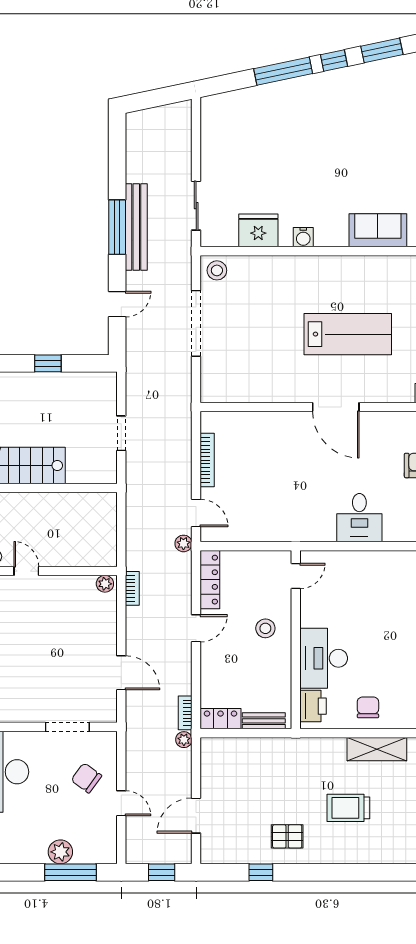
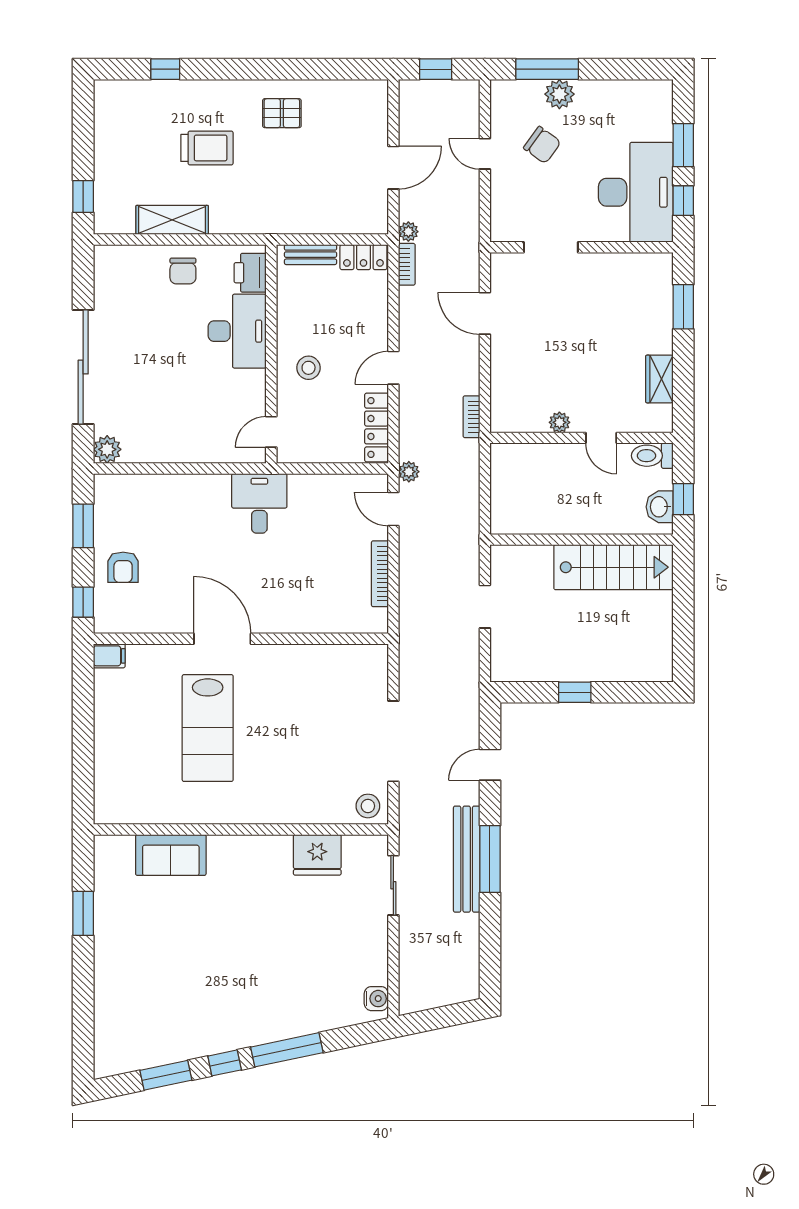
water cooler: (303, 237) -> (376, 999), moved, turned 90
lab bench: (348, 334) -> (208, 728), turned -90
desk: (359, 518) -> (259, 503), moved
plant: (105, 584) -> (559, 422), moved
chair: (86, 778) -> (542, 145), moved
door: (196, 816) -> (393, 168), moved
window: (261, 872) -> (165, 69), moved

